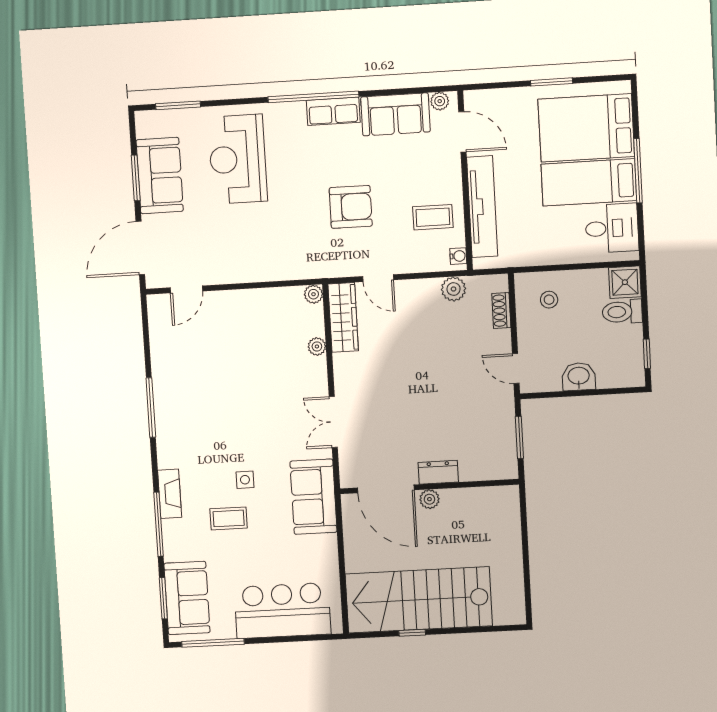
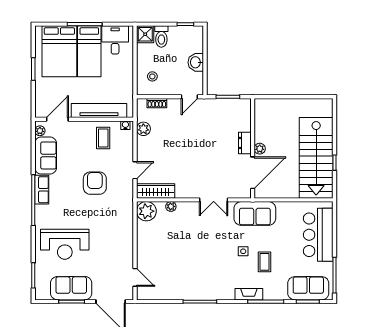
plant: (313, 294) -> (146, 211), width x1.88, depth x1.88

